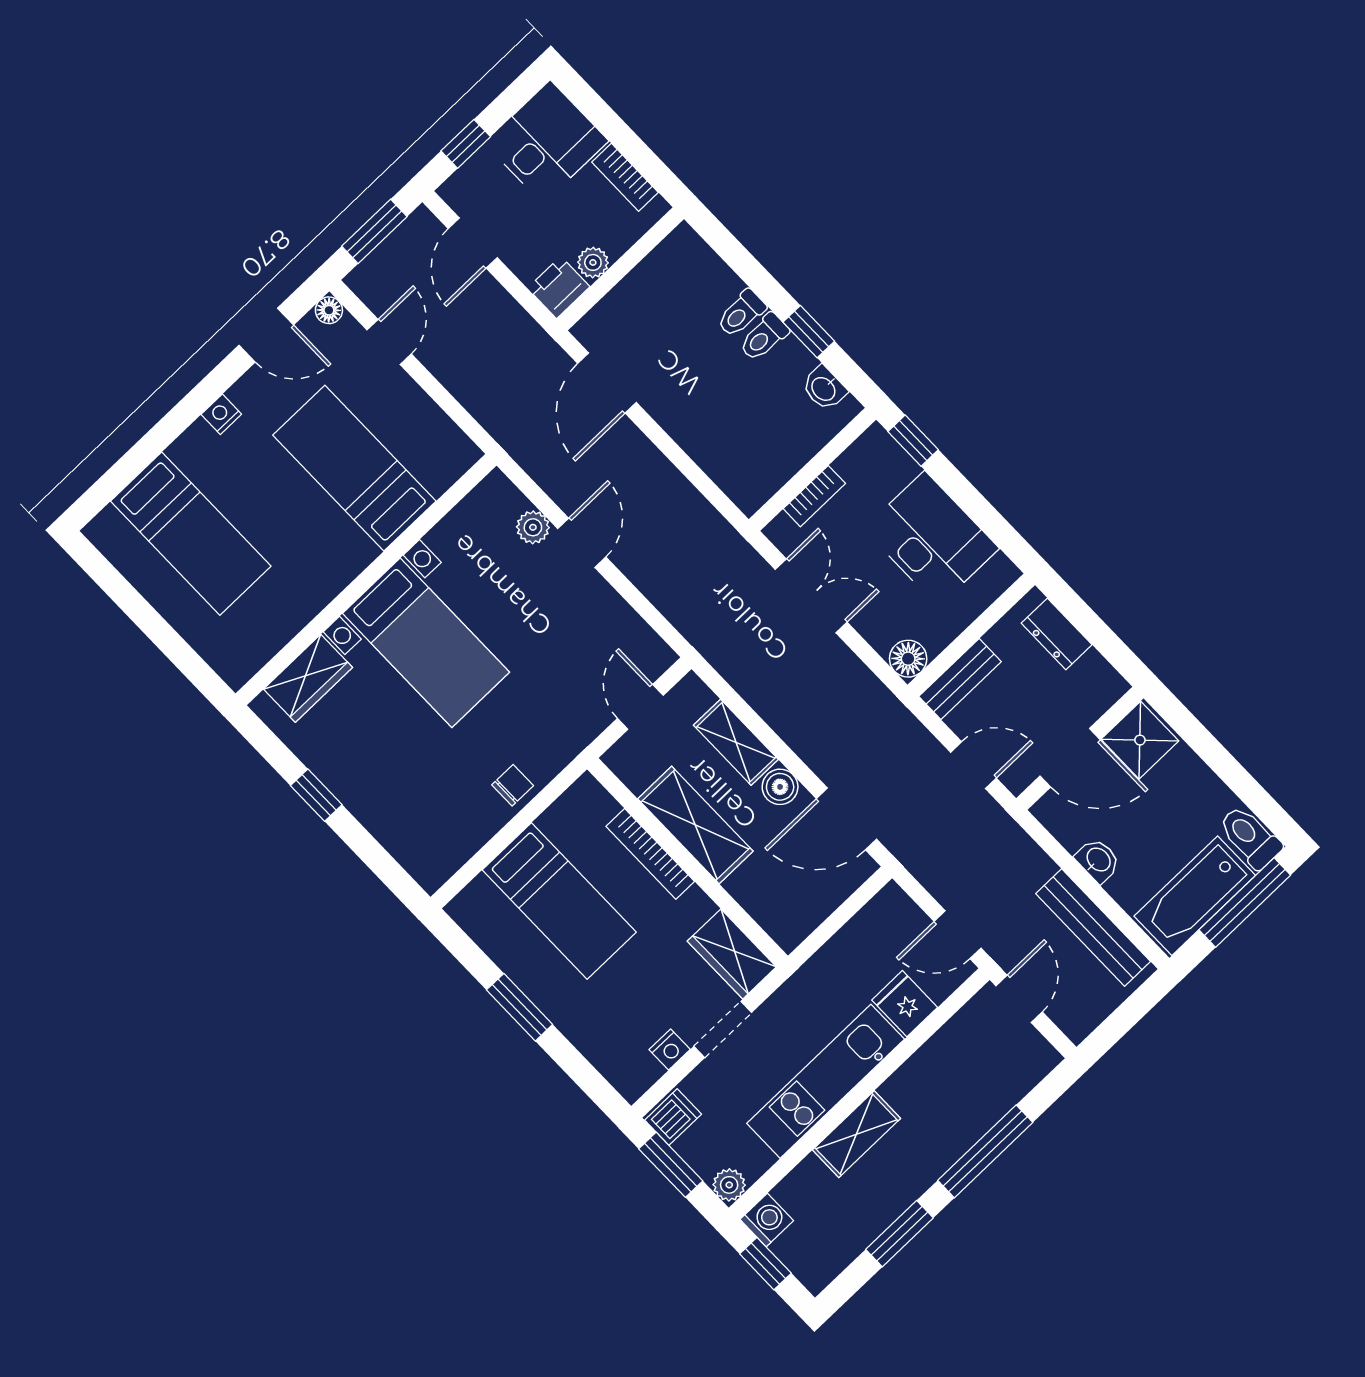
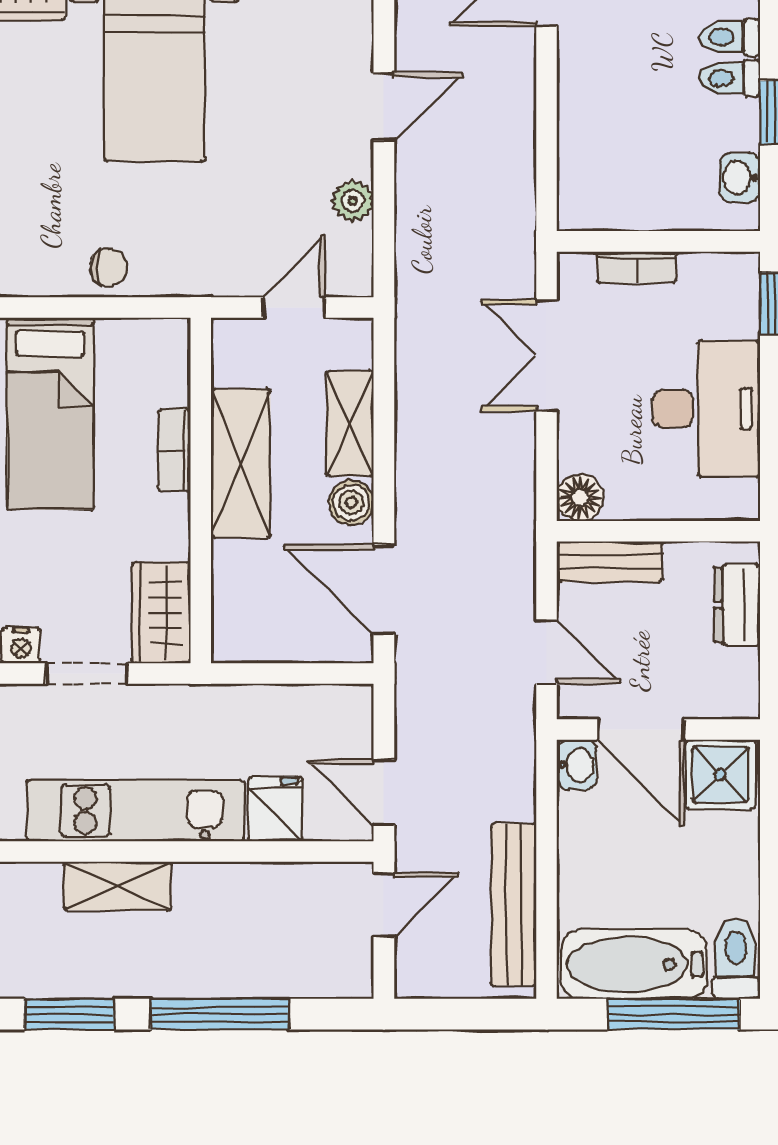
plant: (533, 527) -> (353, 201), moved
double door: (811, 596) -> (547, 356), swing flipped
bookcase: (650, 854) -> (174, 450), width x0.64
washbasin: (1098, 860) -> (577, 765), moved

